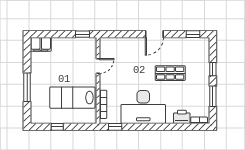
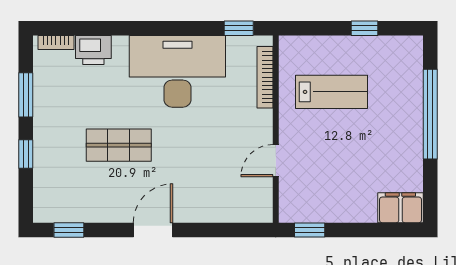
window: (27, 87) -> (430, 114), width x1.46
lab bench: (72, 98) -> (332, 92), width x0.73, depth x0.72

